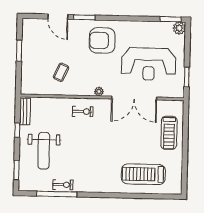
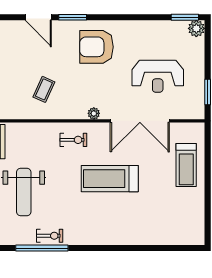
reception desk: (149, 64) -> (158, 76), width x0.74, depth x0.77
treadmill: (143, 174) -> (110, 179), moved

